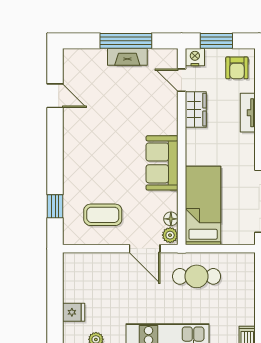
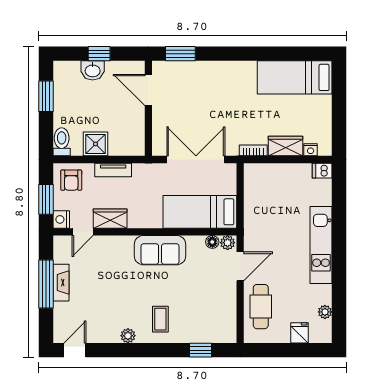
armchair: (237, 68) -> (71, 180), turned 90
door: (55, 96) -> (75, 350), moved
plant: (70, 129) -> (128, 336), added
coffee table: (103, 215) -> (160, 319), moved, width x0.73, depth x0.77
cafe table: (197, 276) -> (261, 307), moved

